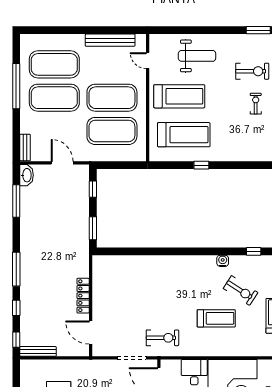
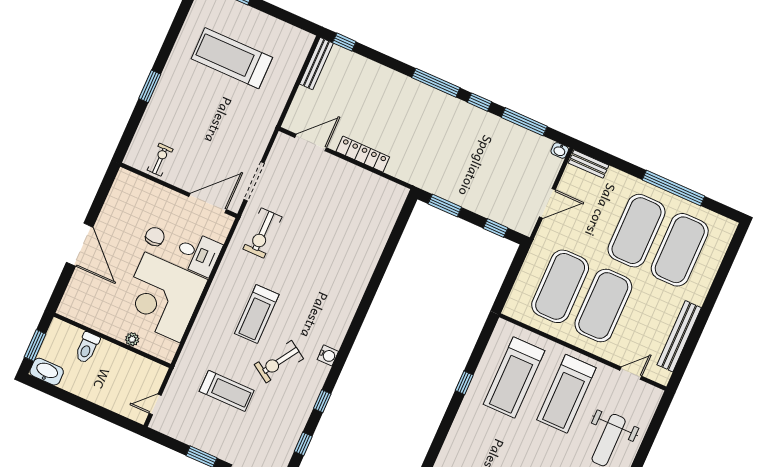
washbasin: (27, 175) -> (560, 150), width x0.52, depth x0.69
window: (16, 308) -> (479, 102), moved

